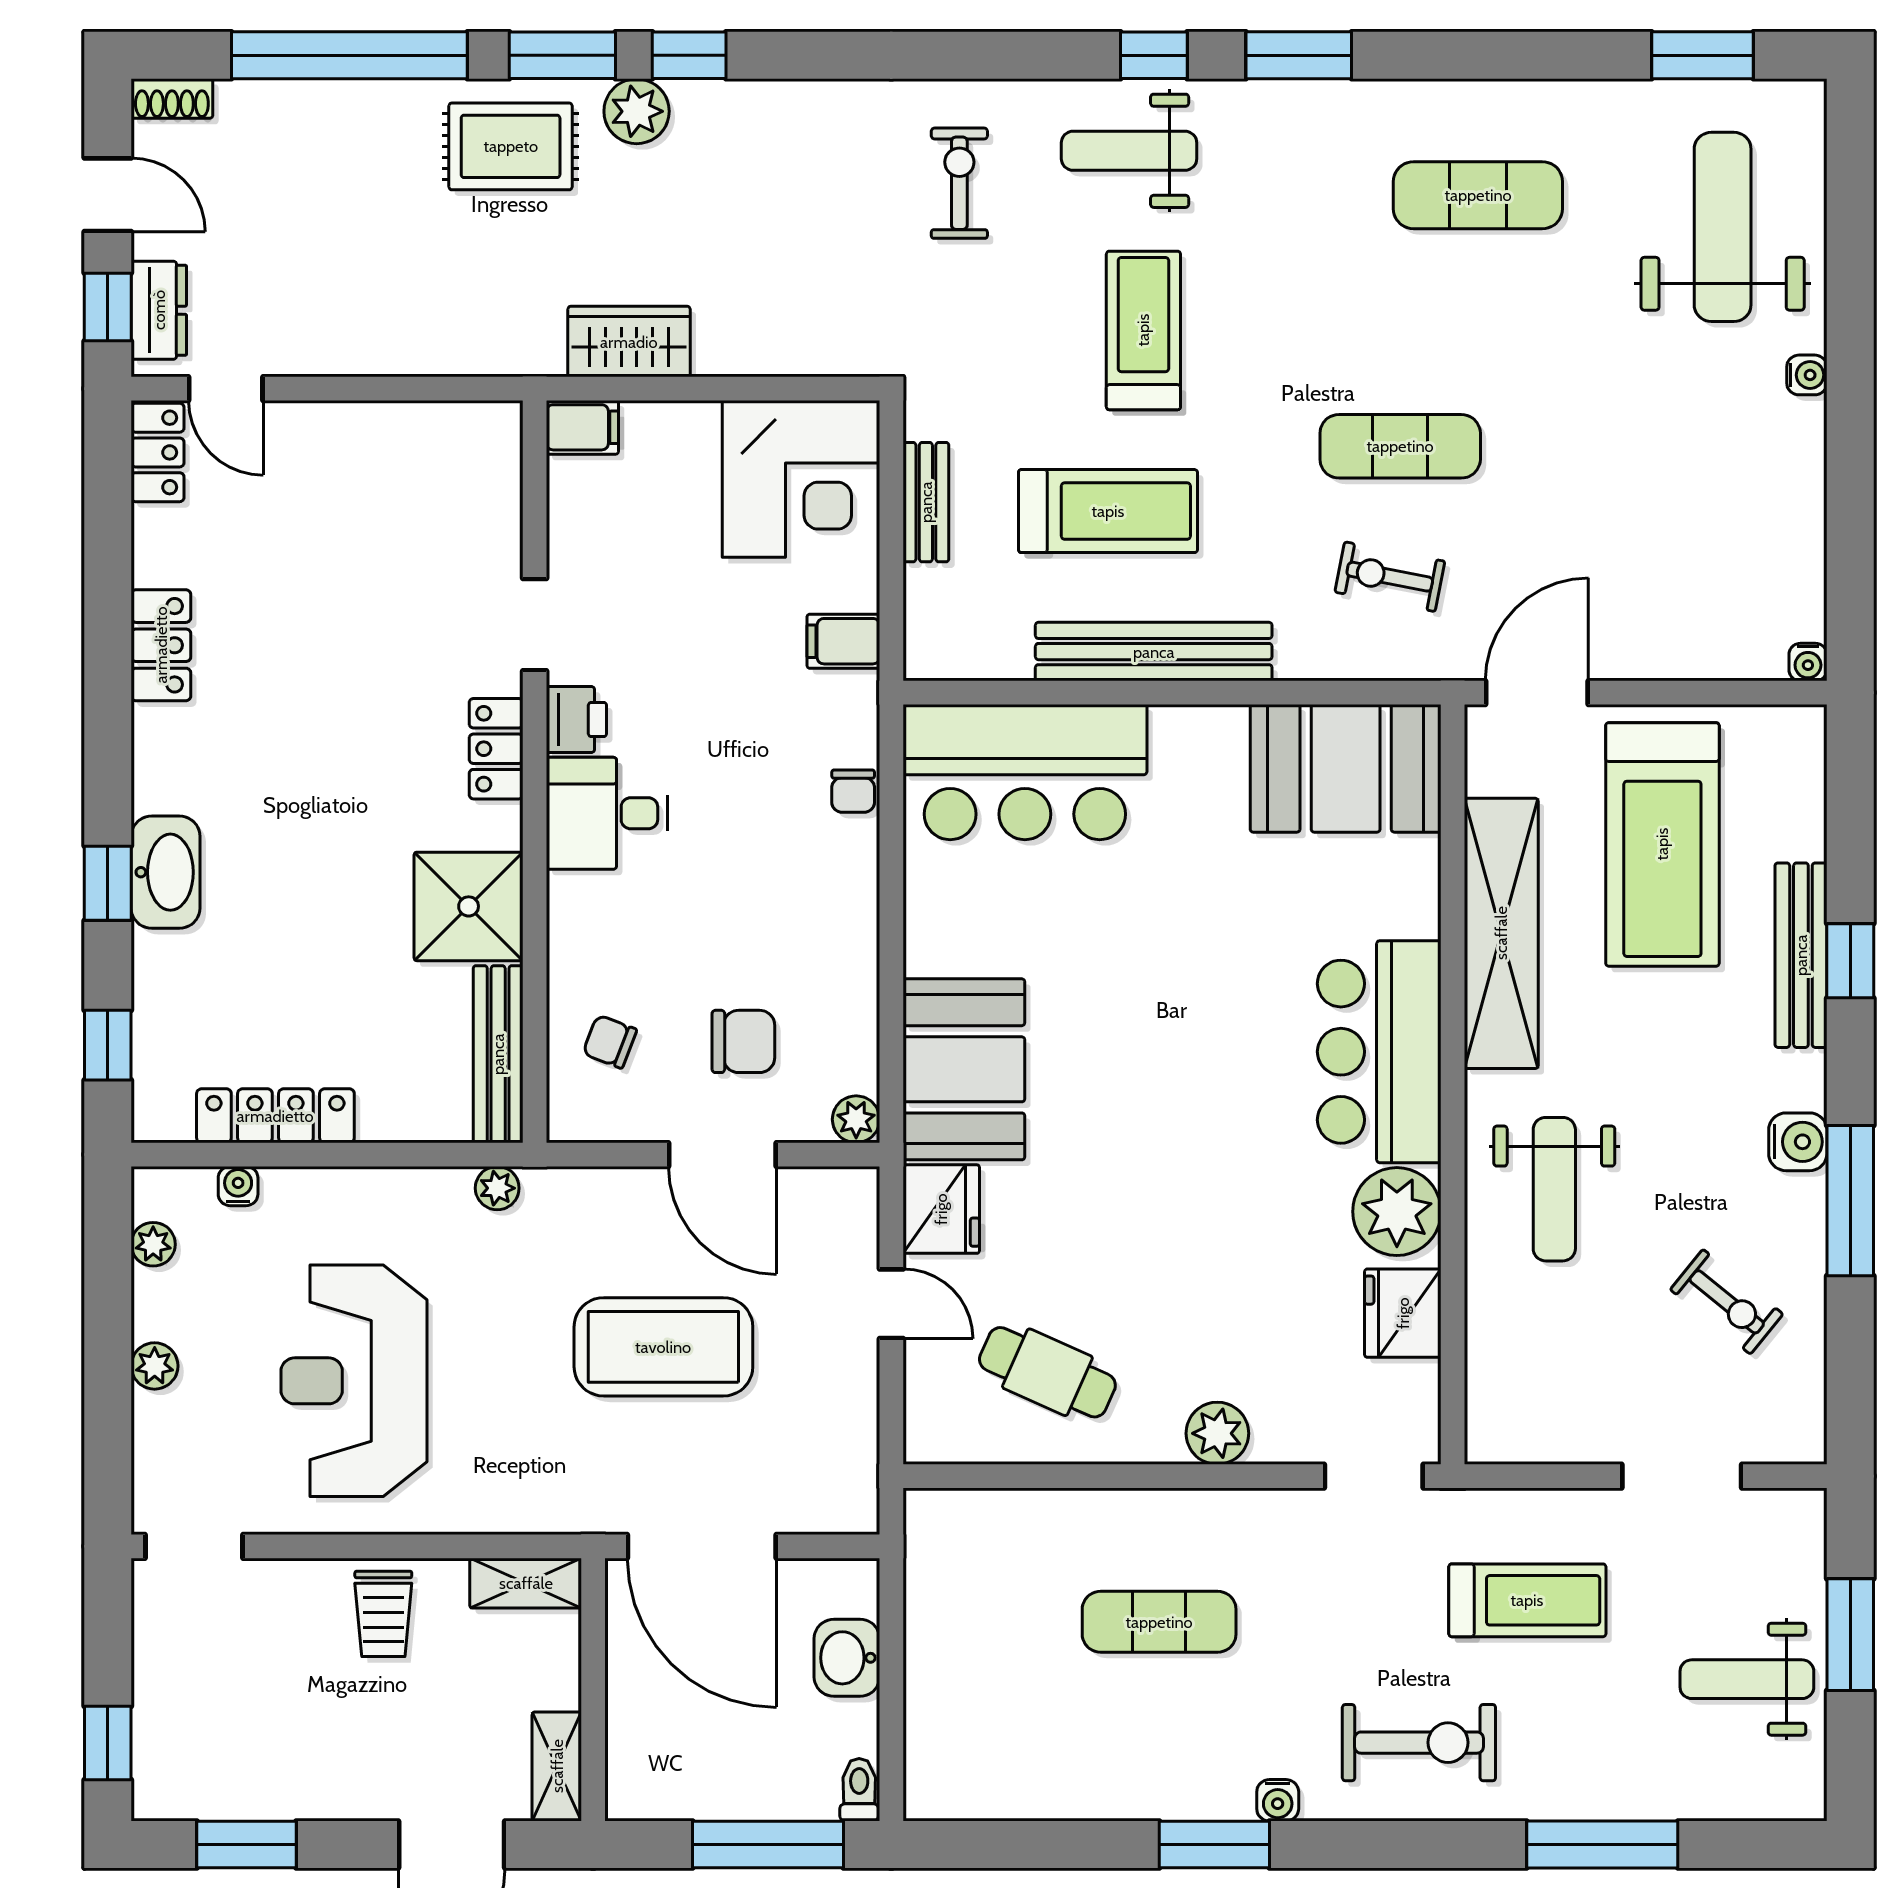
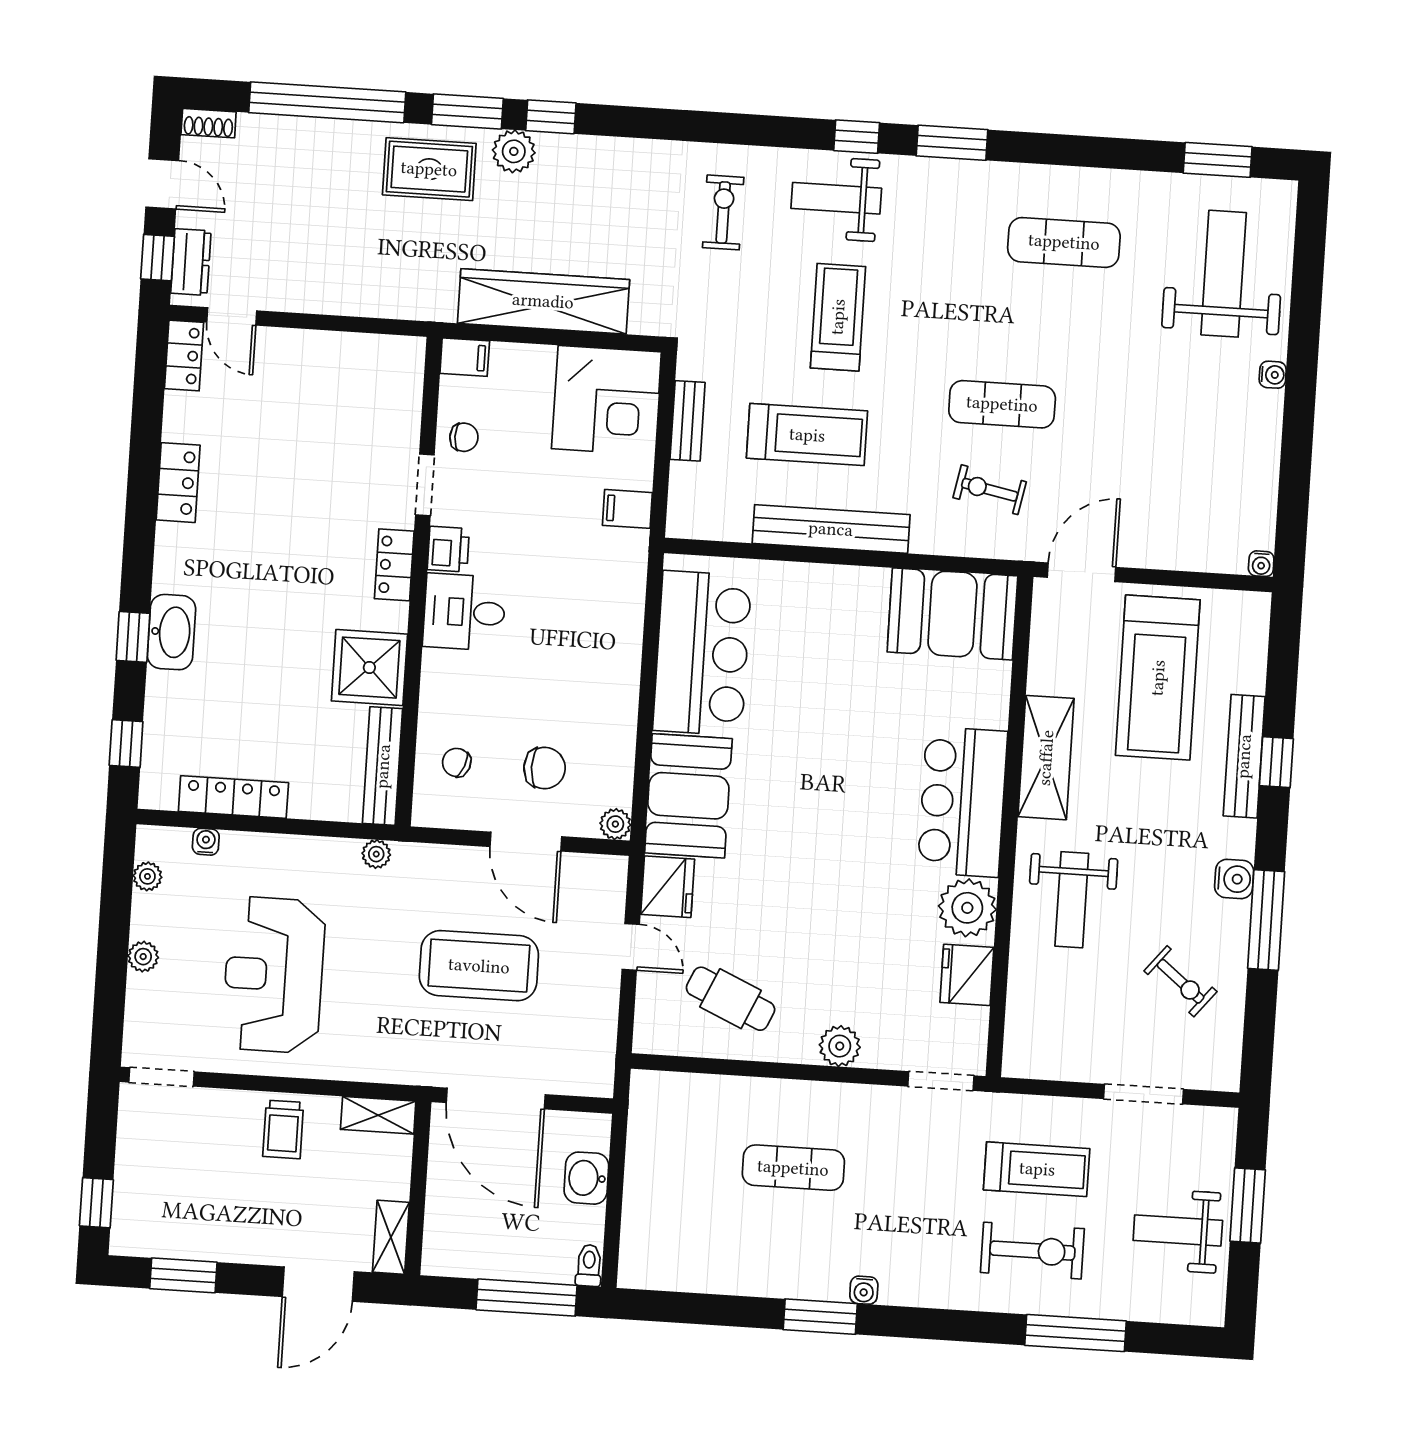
wardrobe: (629, 342) -> (543, 301), width x2.10, depth x1.17
bar counter: (1025, 772) -> (702, 653), moved, turned -90
chair: (853, 791) -> (464, 437), moved, turned -90
shelving: (1501, 933) -> (1046, 758), width x0.68
exercise bike: (1419, 1743) -> (1032, 1251), moved

